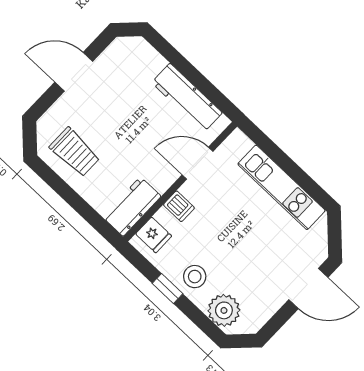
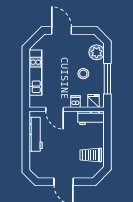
trolley: (75, 152) -> (91, 155), turned -90
stool: (195, 277) -> (83, 74), moved
window: (167, 289) -> (107, 79), width x2.17

